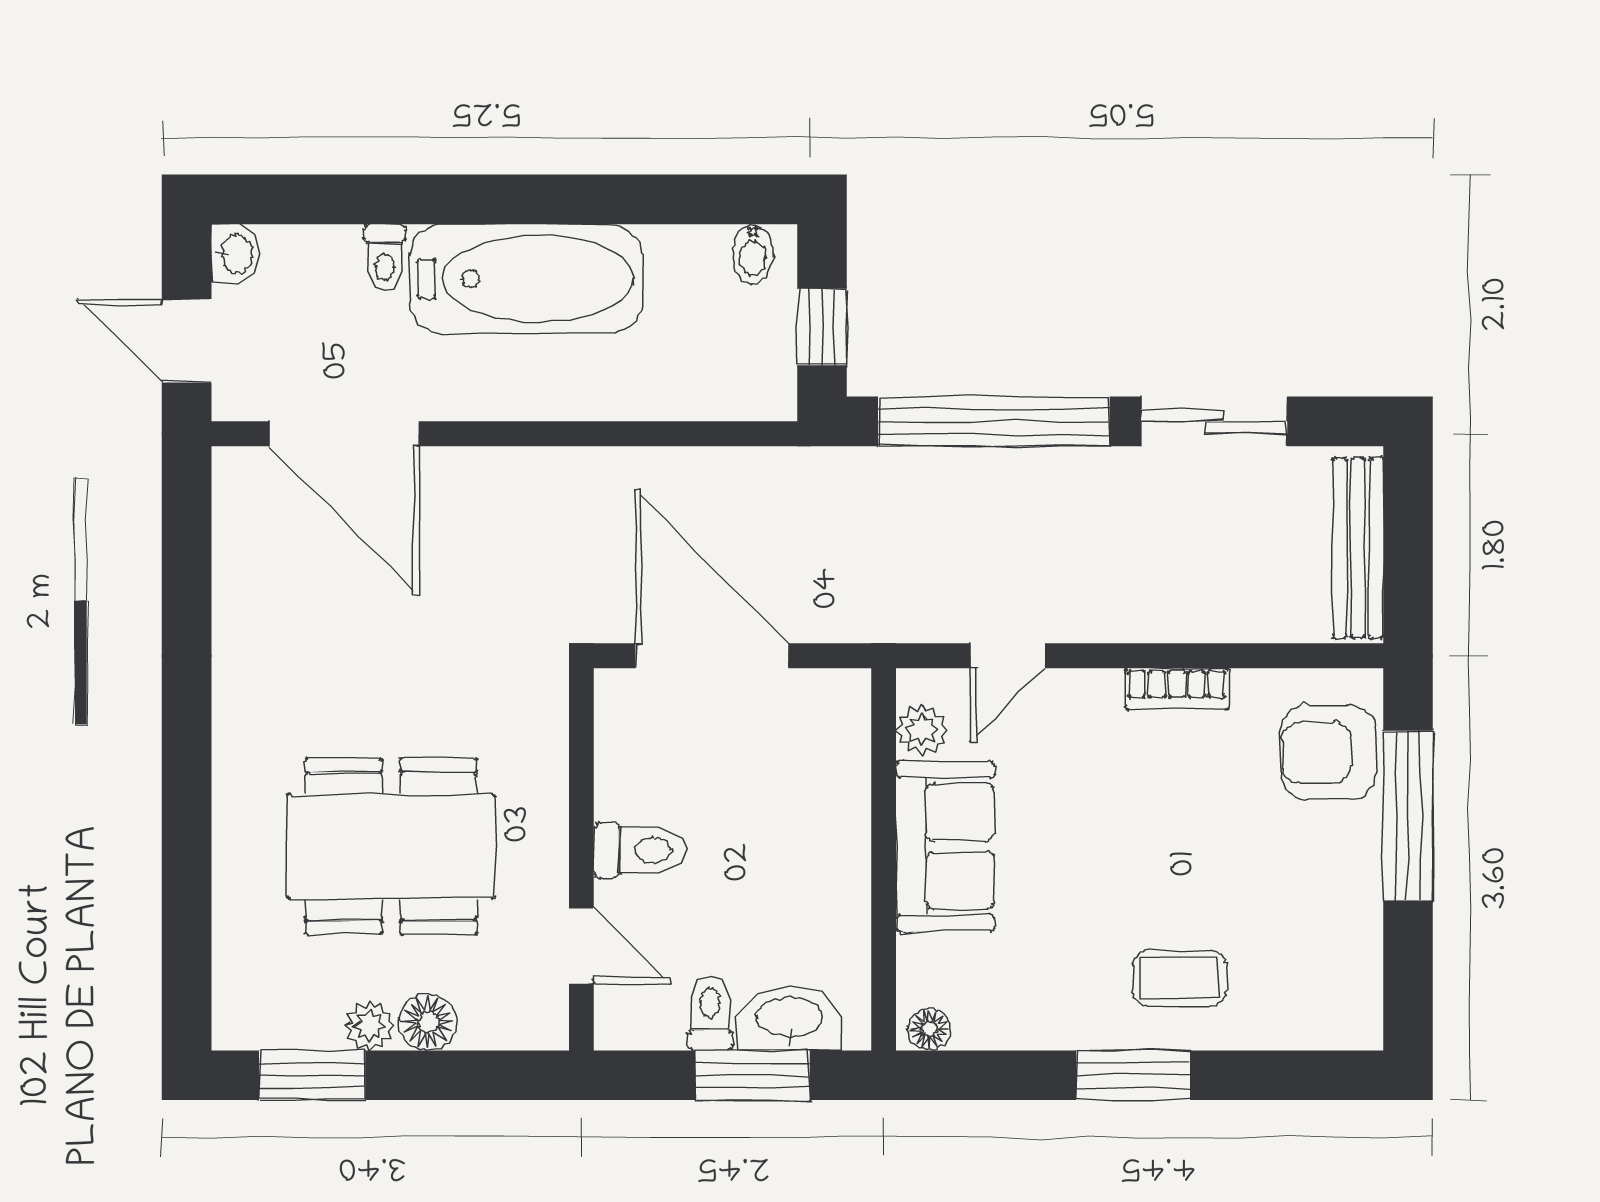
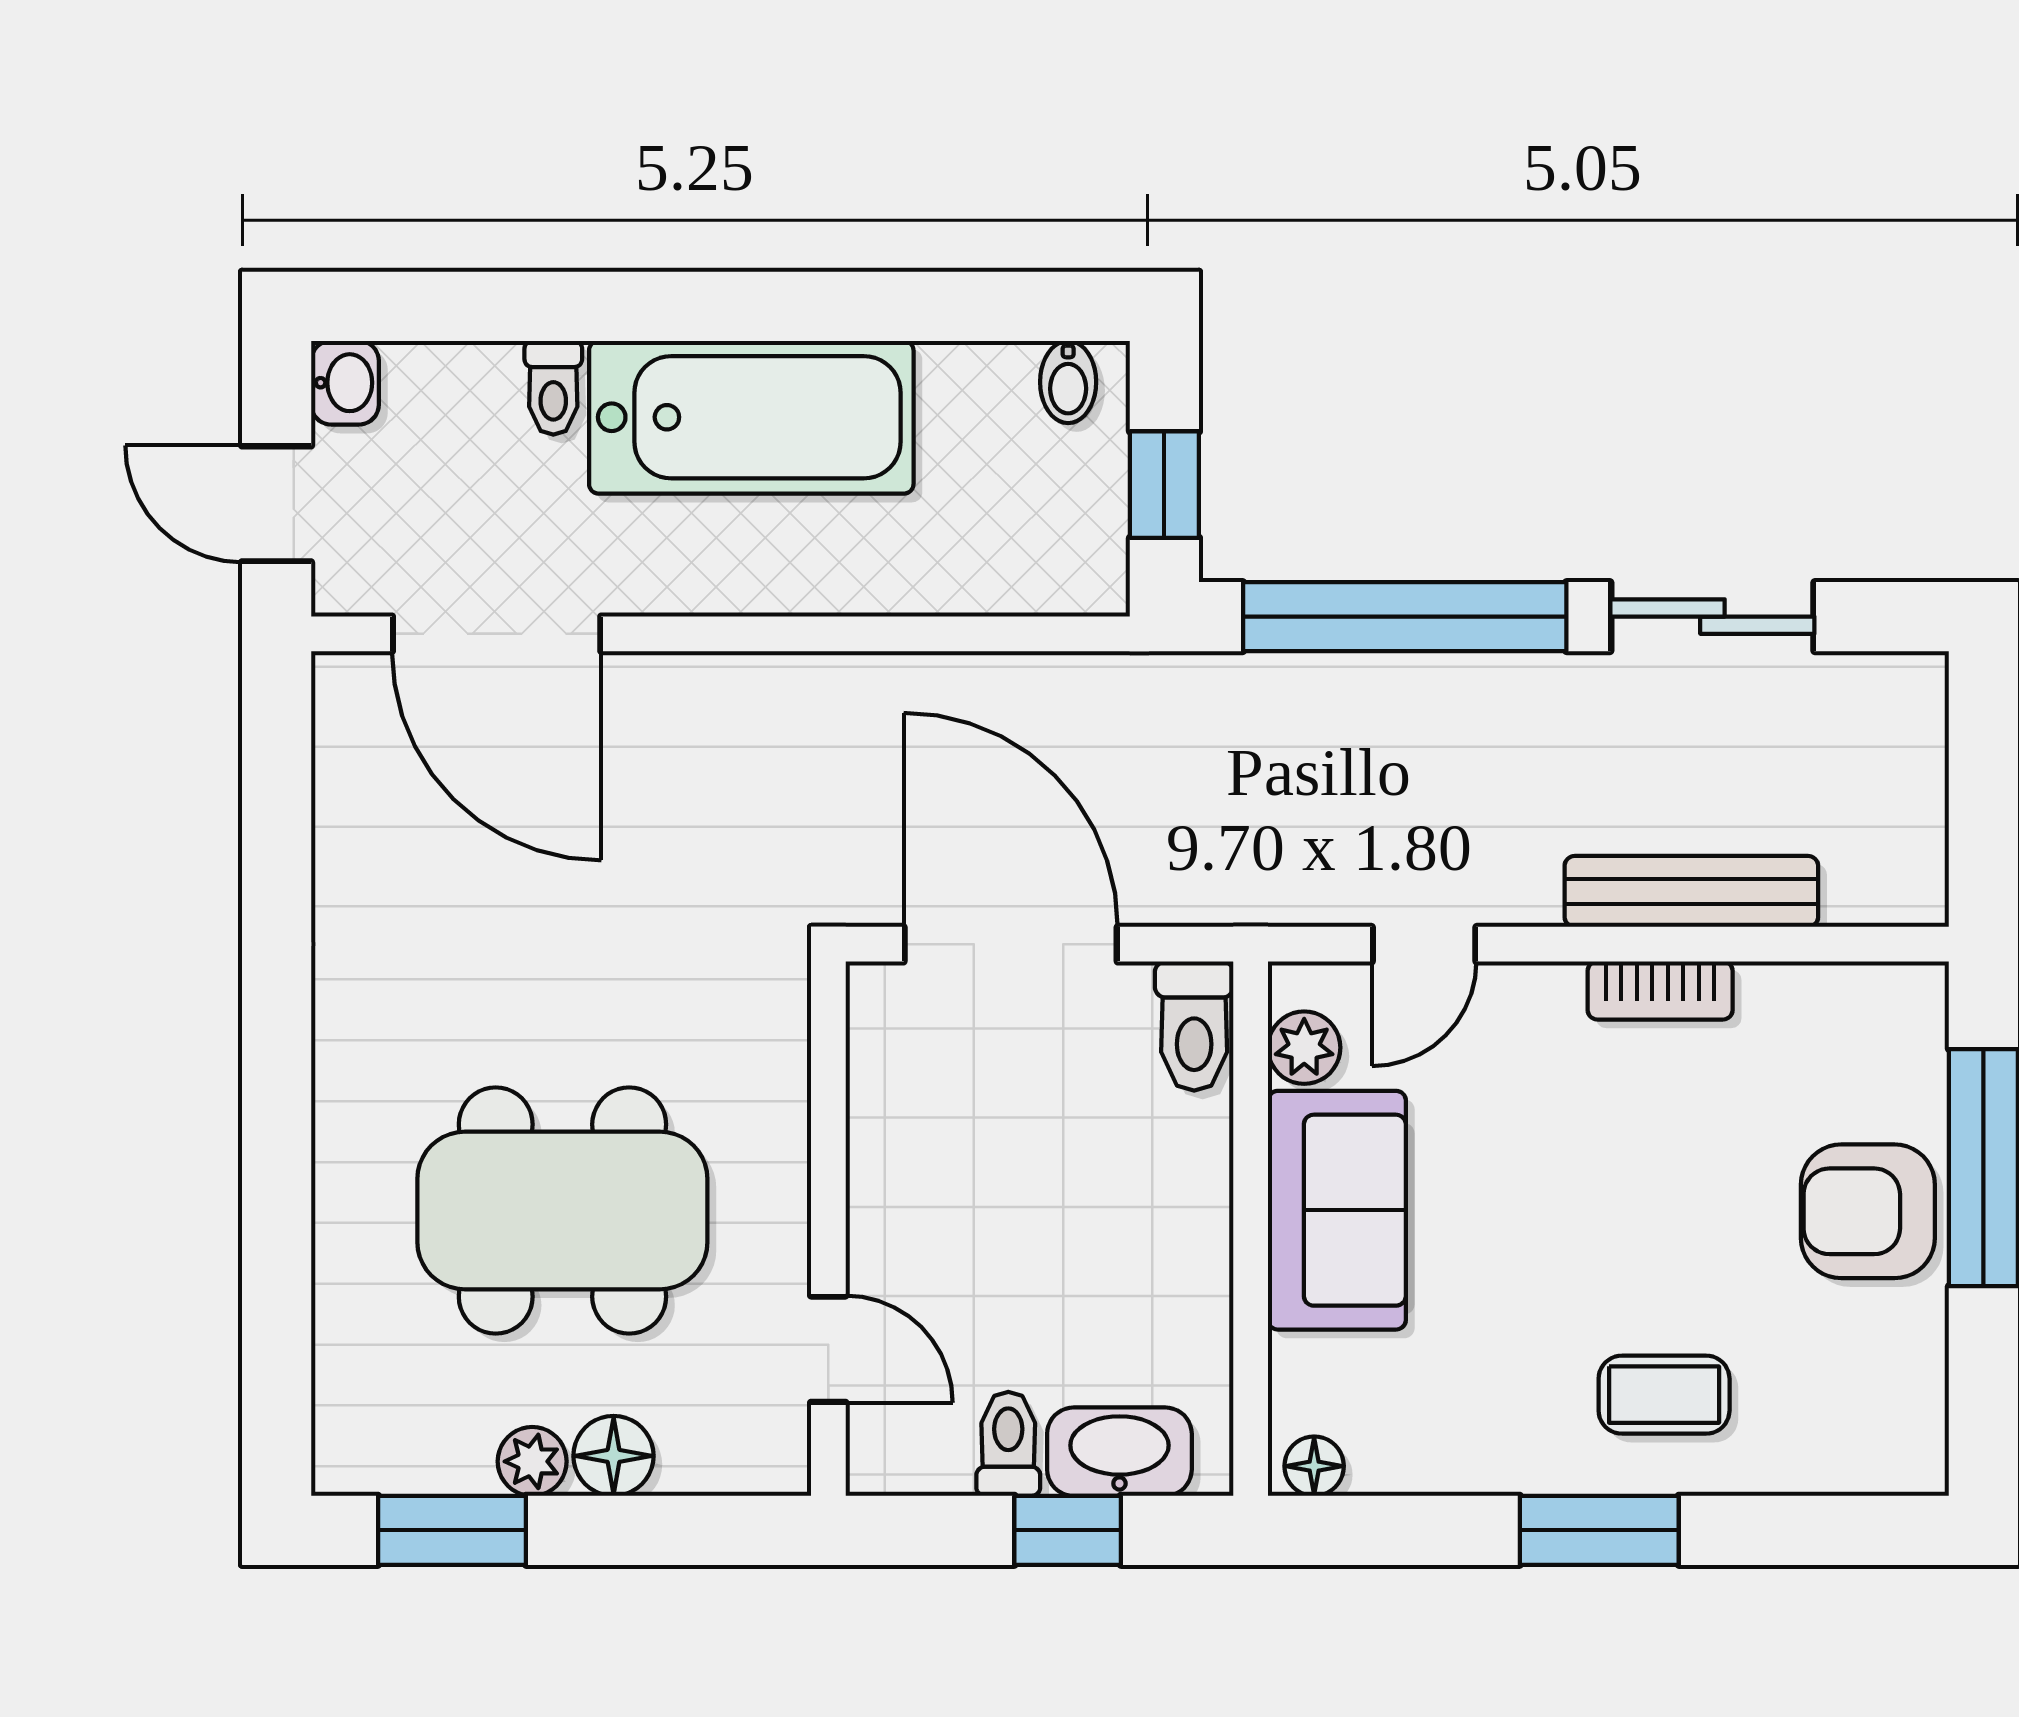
bench: (1358, 548) -> (1691, 891), moved, turned 90
armchair: (1328, 752) -> (1868, 1211), moved
toilet: (640, 850) -> (1194, 1026), moved, turned 90
window: (753, 1075) -> (1068, 1530), width x0.67

